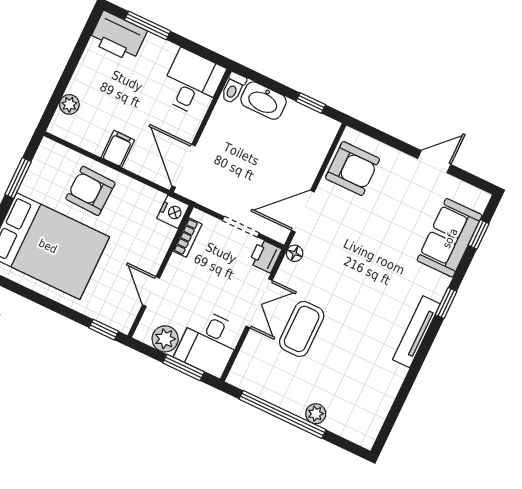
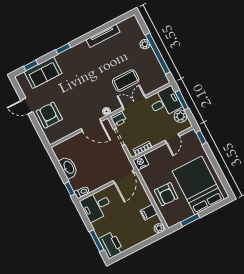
washbasin: (263, 101) -> (68, 167), moved
window: (311, 103) -> (70, 189), moved
plant: (69, 104) -> (159, 228), moved
filing cabinet: (118, 149) -> (149, 212), moved
armchair: (353, 168) -> (49, 115), moved
tv unit: (416, 332) -> (103, 36), moved

